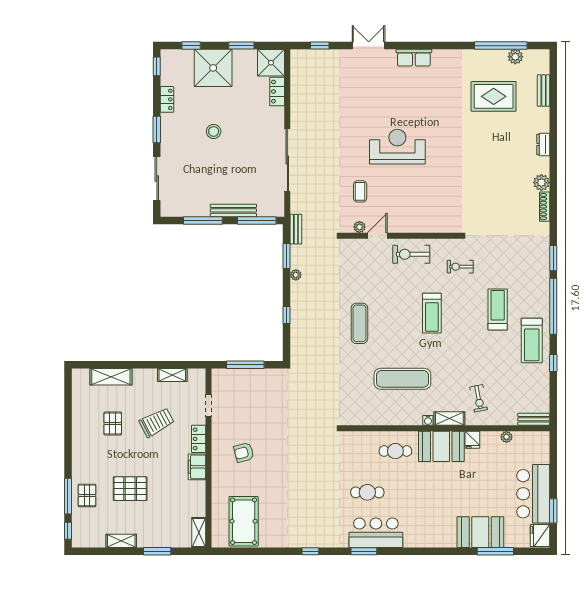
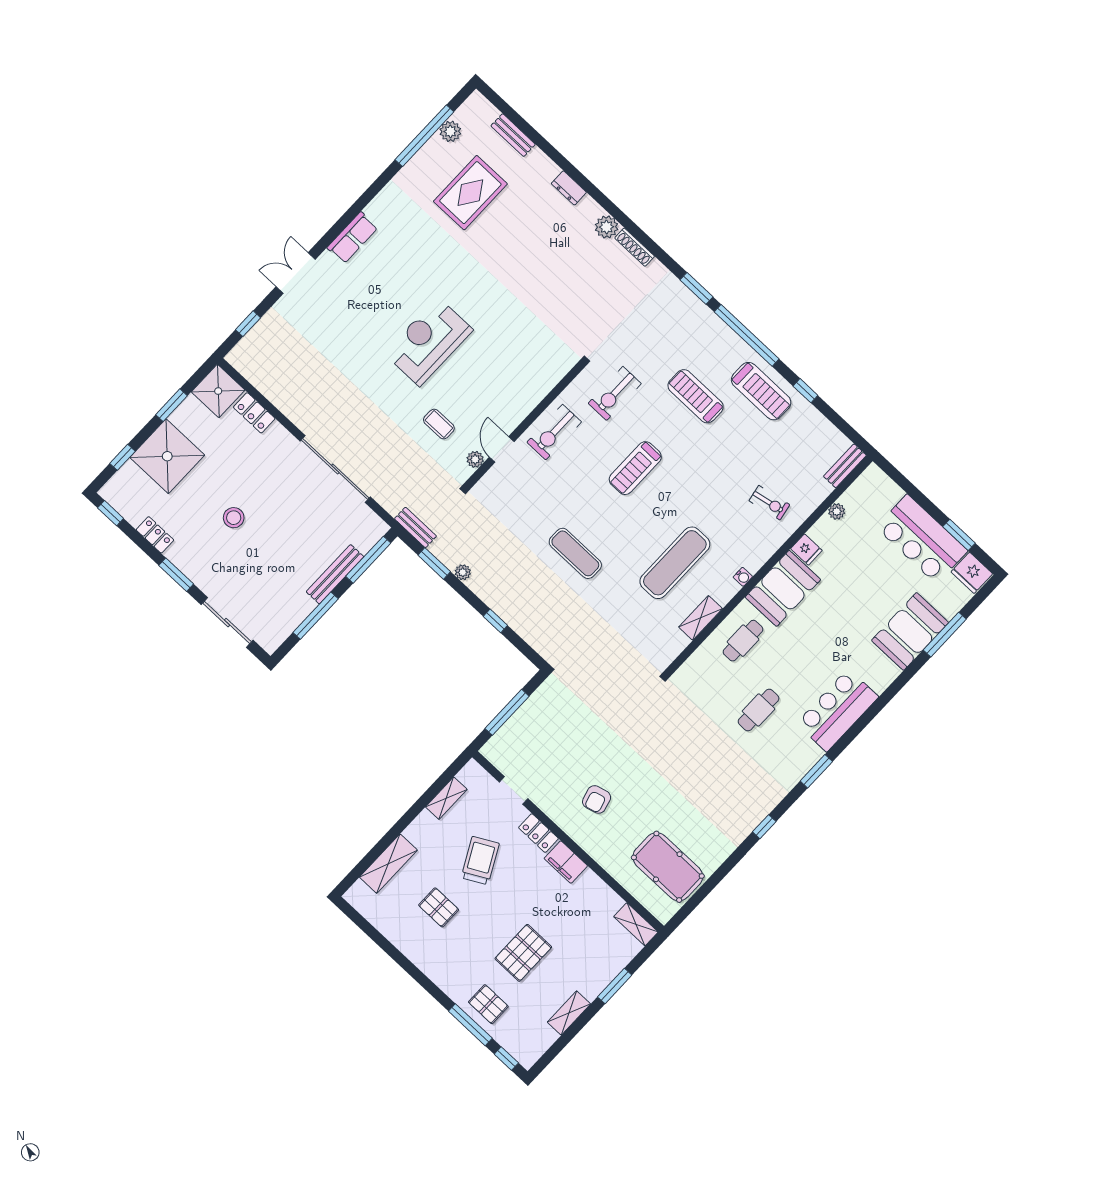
exercise bike: (460, 267) -> (615, 393), width x1.38, depth x1.39
treadmill: (432, 313) -> (635, 468), turned 90
shelving: (449, 418) -> (700, 618), moved
bar counter: (376, 533) -> (837, 710), moved

